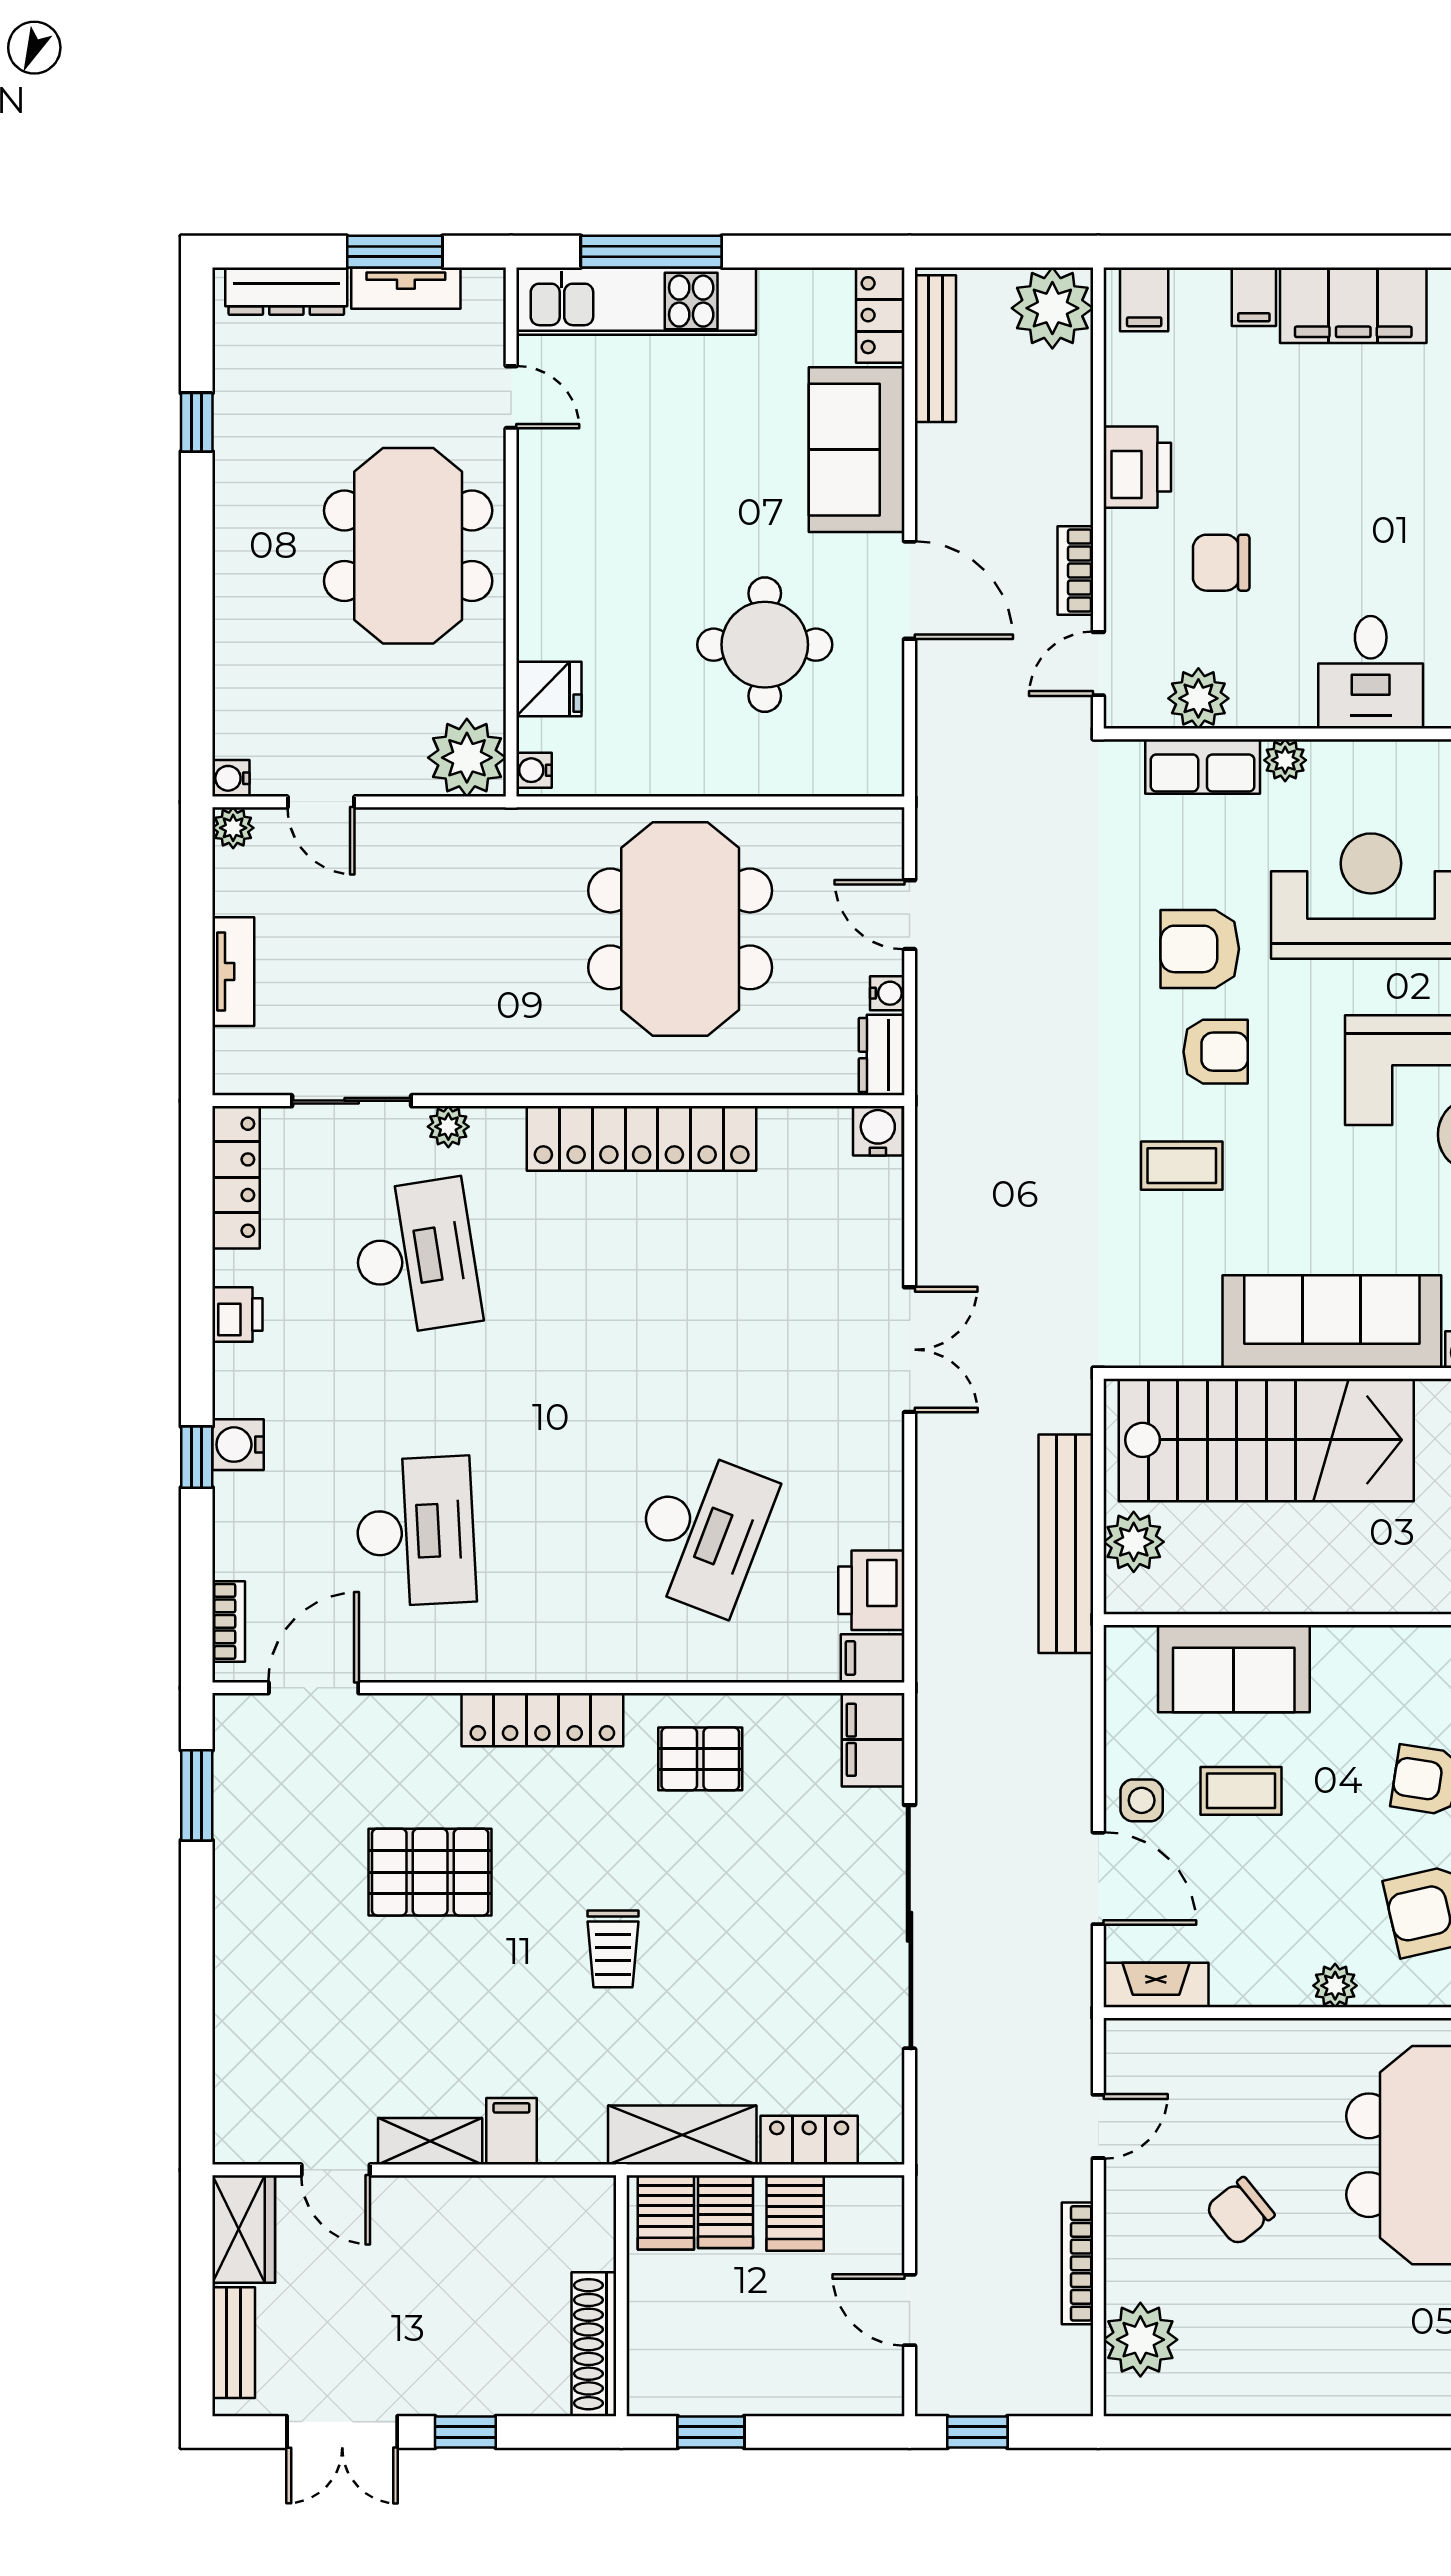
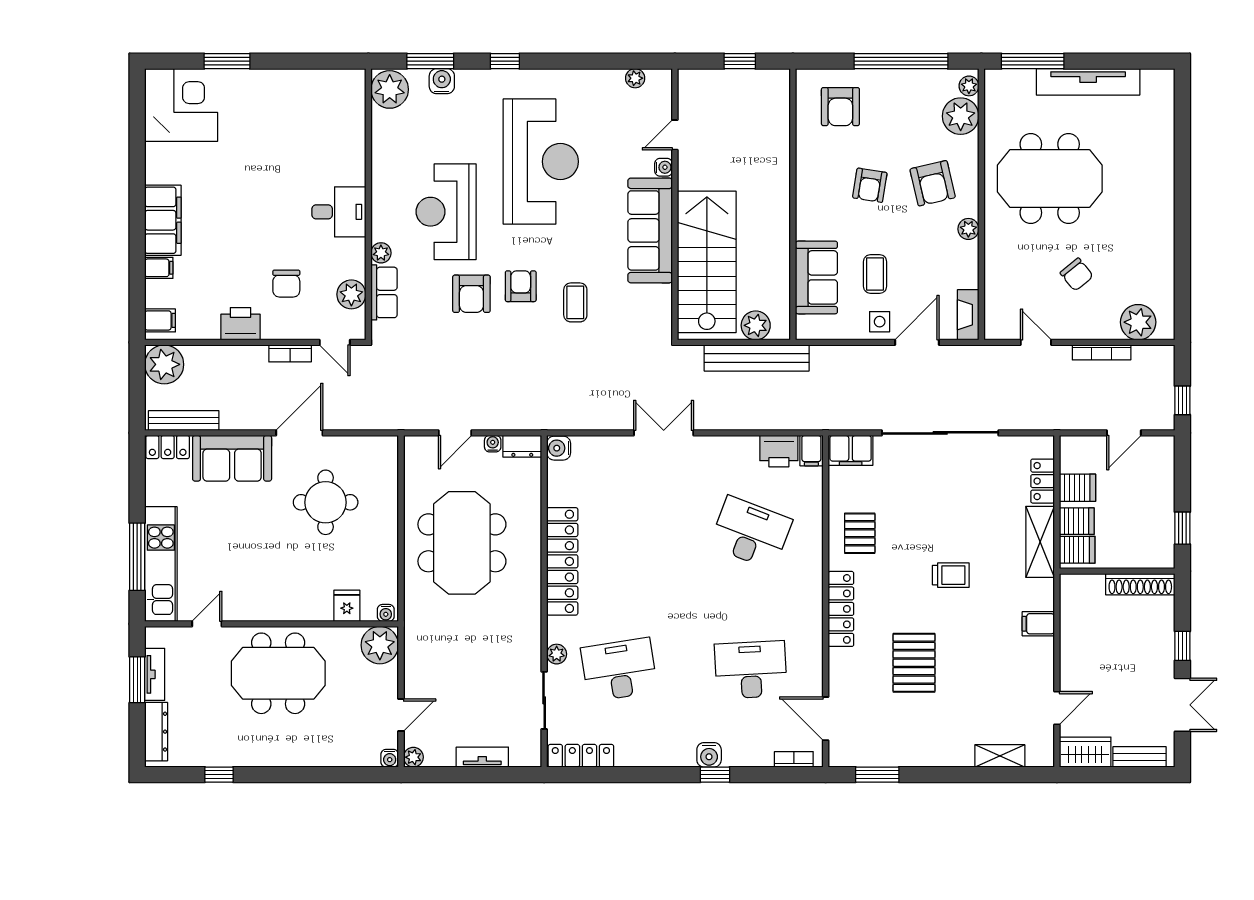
meeting table: (680, 929) -> (462, 543), turned 90
printer: (237, 1314) -> (647, 755), removed
shelving: (430, 2141) -> (1000, 756), moved, turned 90

